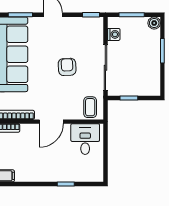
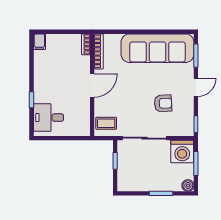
washing machine: (114, 34) -> (182, 152), width x1.89, depth x1.89
armchair: (67, 67) -> (163, 103), moved
door: (51, 122) -> (92, 86), swing flipped
desk: (85, 139) -> (48, 118), moved, turned 180

